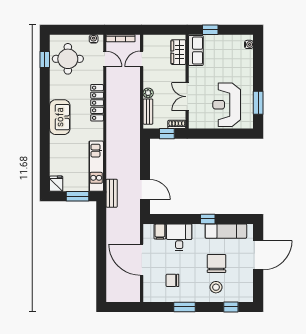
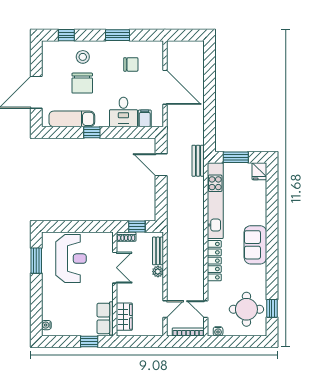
kitchen unit: (96, 166) -> (215, 201), width x1.36

